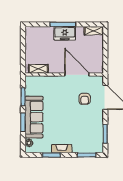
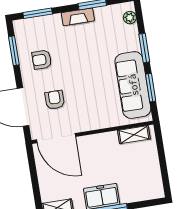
door: (77, 75) -> (56, 138), moved
sofa: (34, 117) -> (133, 85), moved
armchair: (89, 125) -> (42, 60), added

